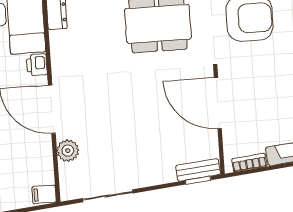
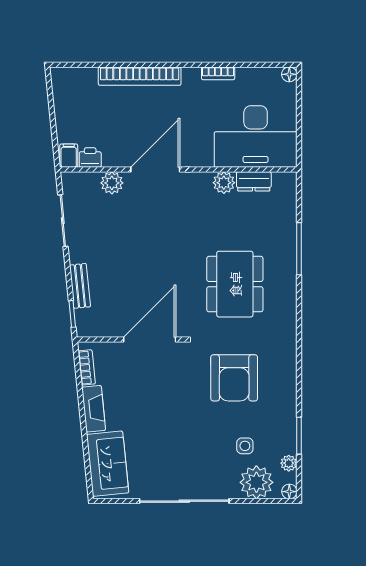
plant: (60, 41) -> (224, 183), added
printer: (37, 65) -> (90, 158), moved
bench: (198, 170) -> (80, 286), moved

